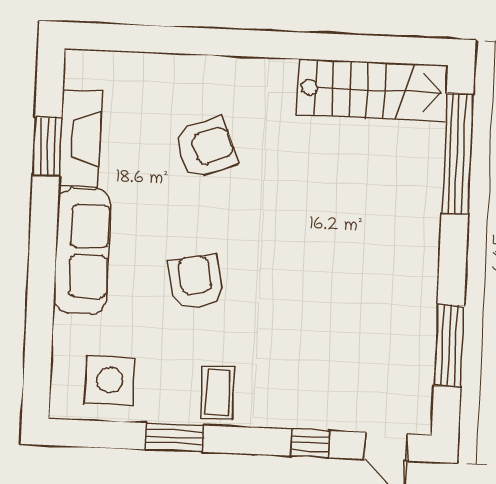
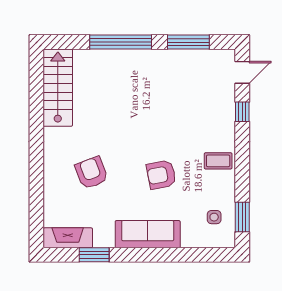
fireplace: (80, 138) -> (68, 238), moved
window: (457, 153) -> (121, 42), moved
side table: (110, 380) -> (214, 217), width x0.54, depth x0.54
window: (174, 437) -> (242, 217), moved

